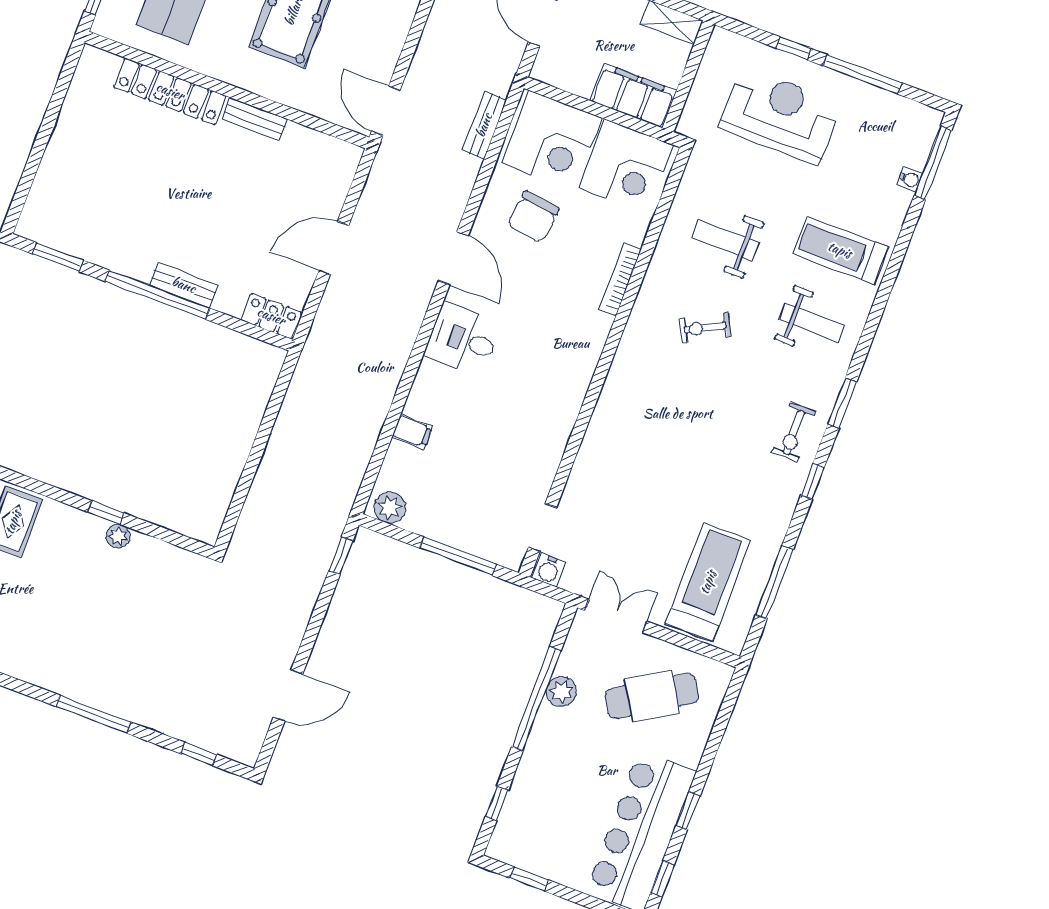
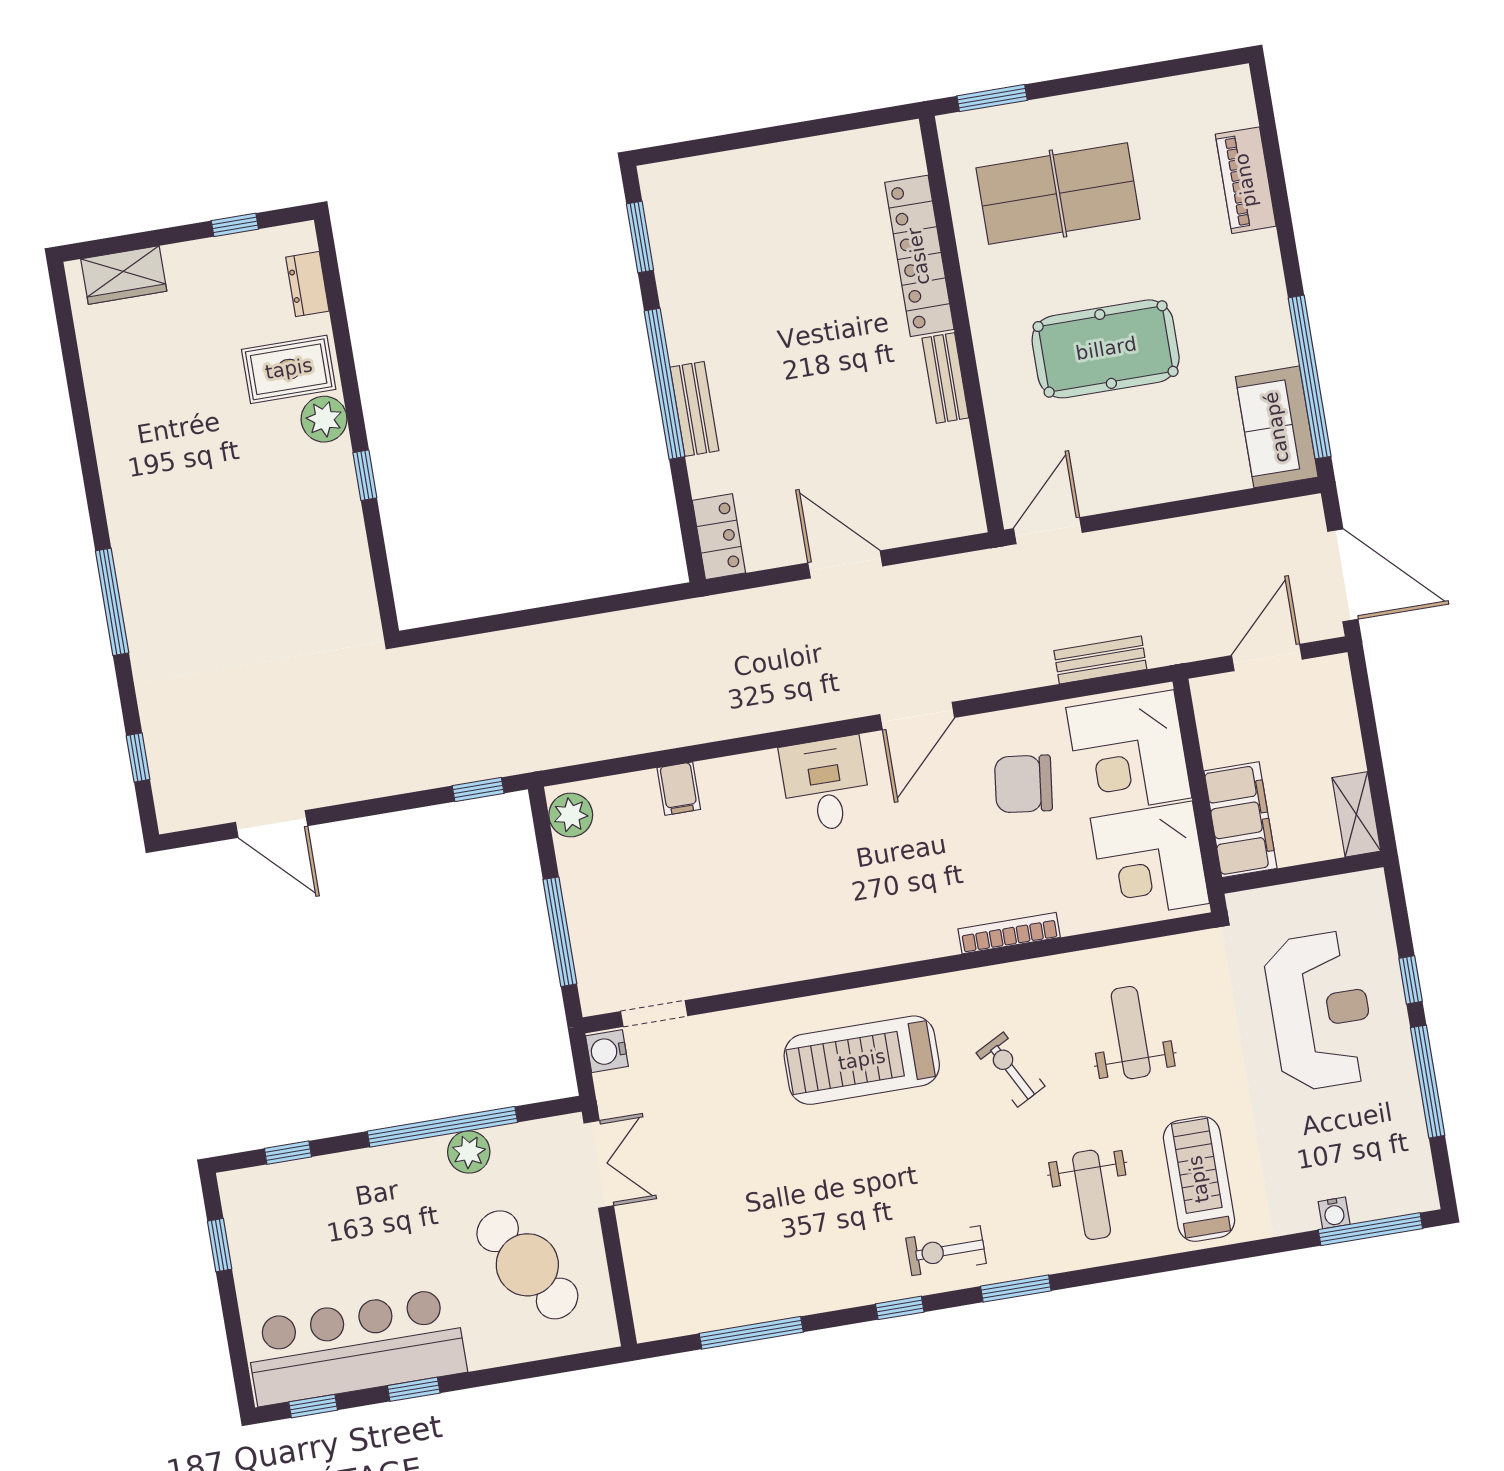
plant: (118, 536) -> (324, 419), moved, width x1.38, depth x1.38
treadmill: (708, 582) -> (862, 1060), moved, turned 180

